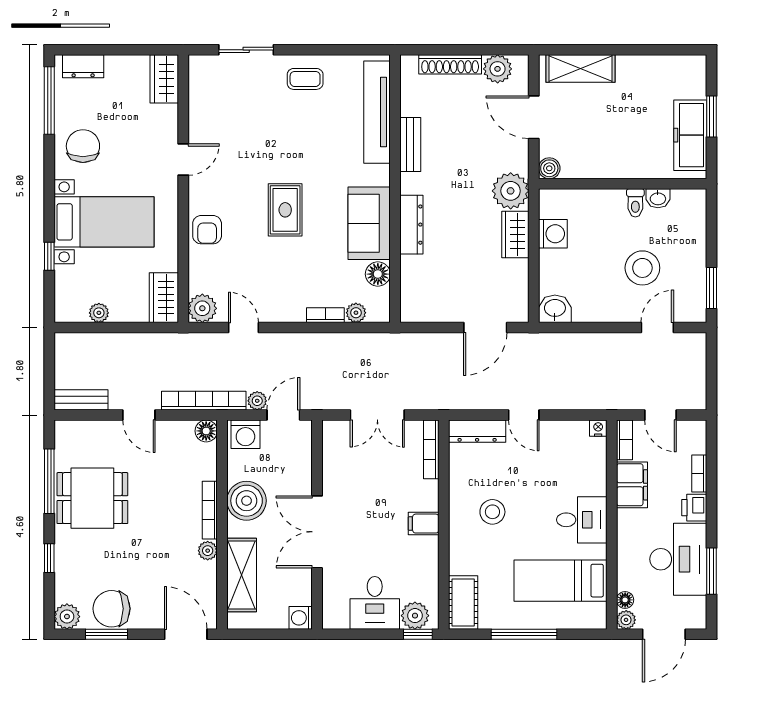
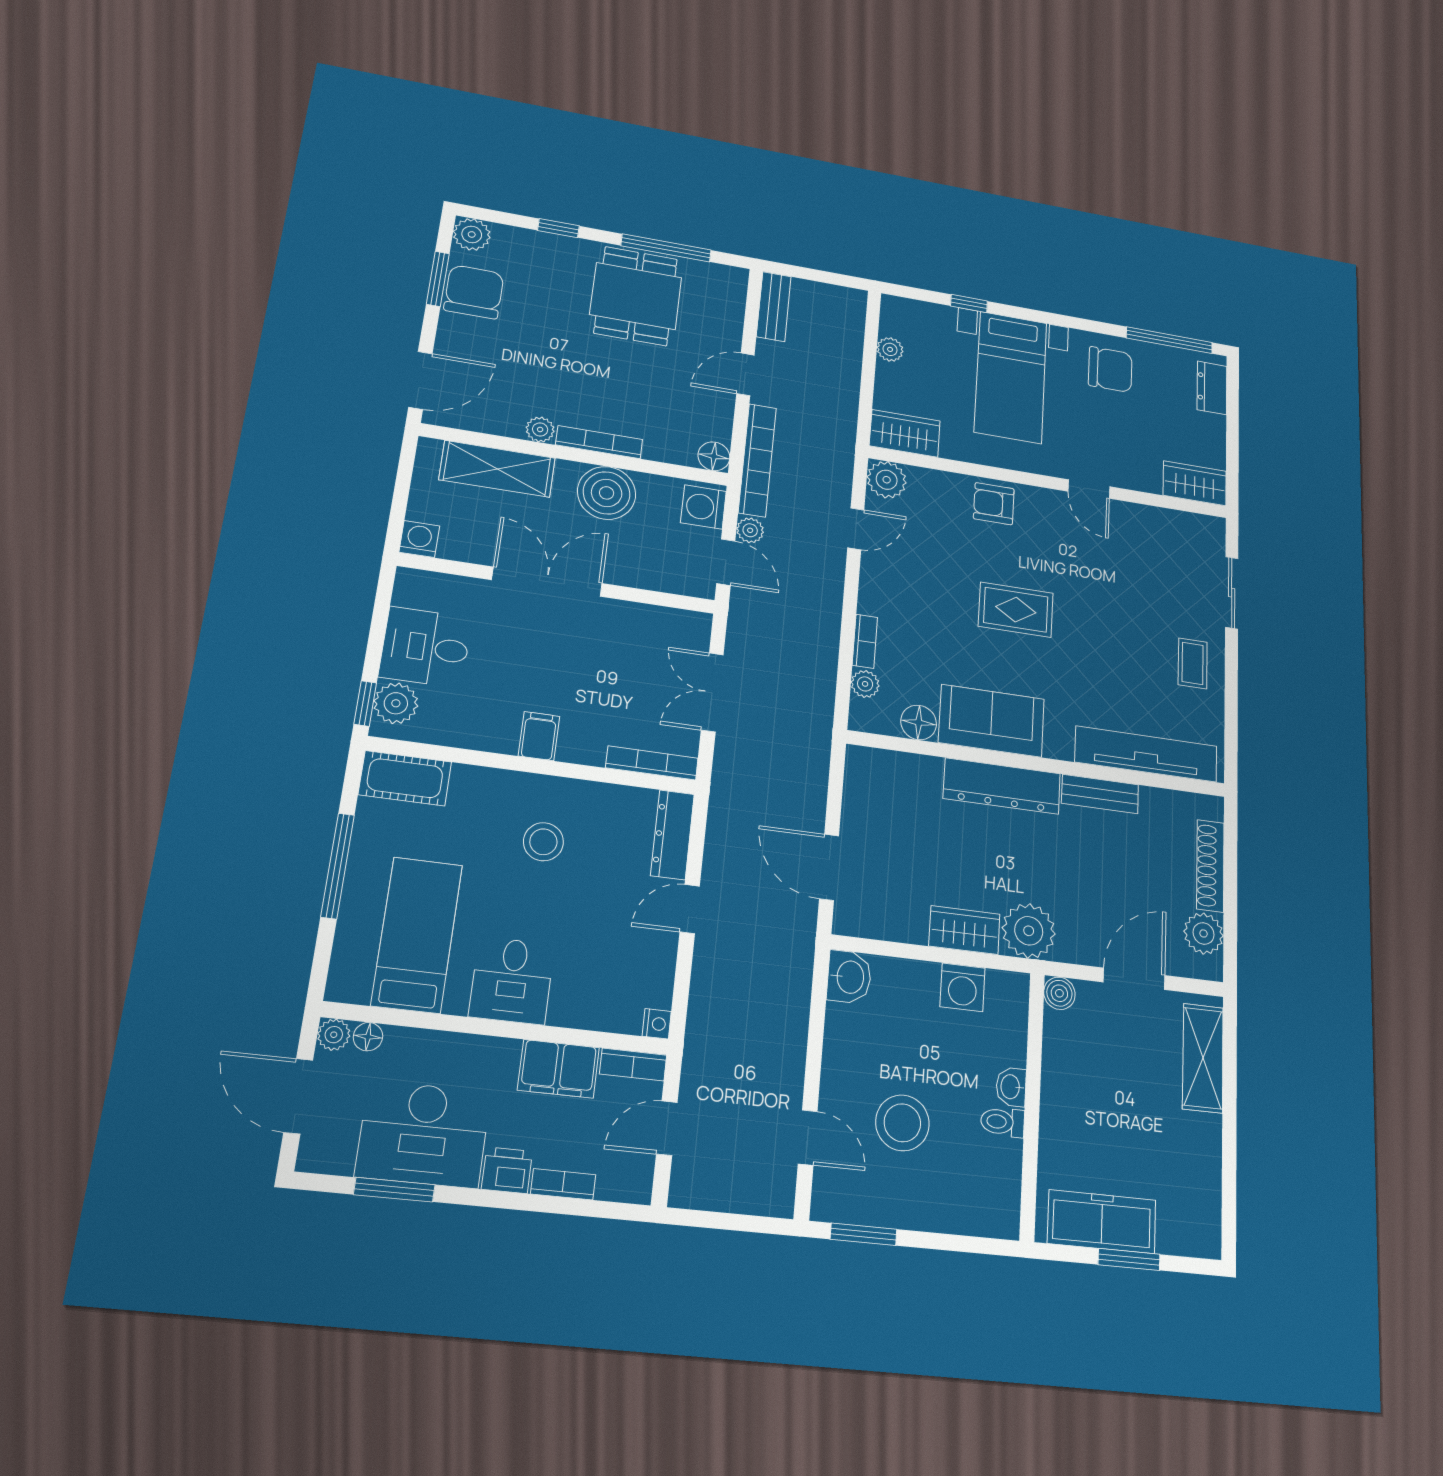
washbasin: (658, 198) -> (1011, 1087), moved
dresser: (411, 225) -> (1002, 786), width x1.37, depth x1.24

